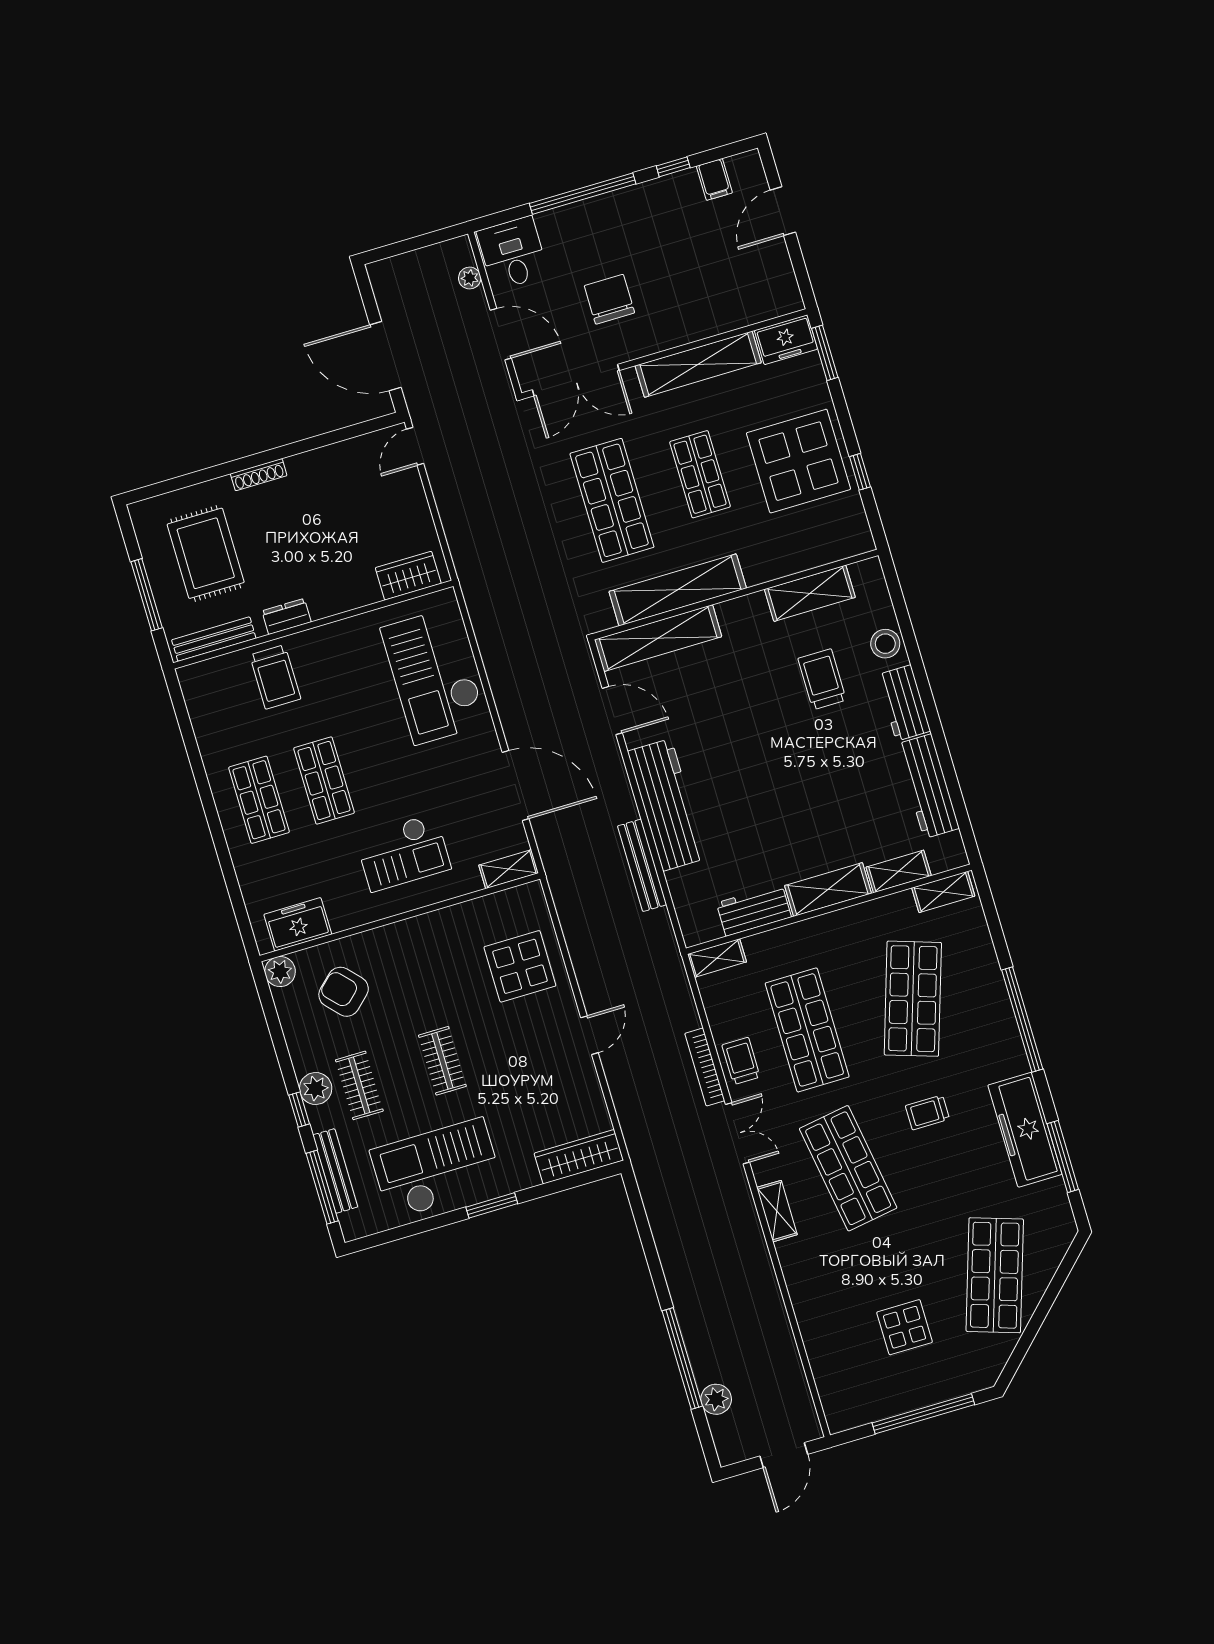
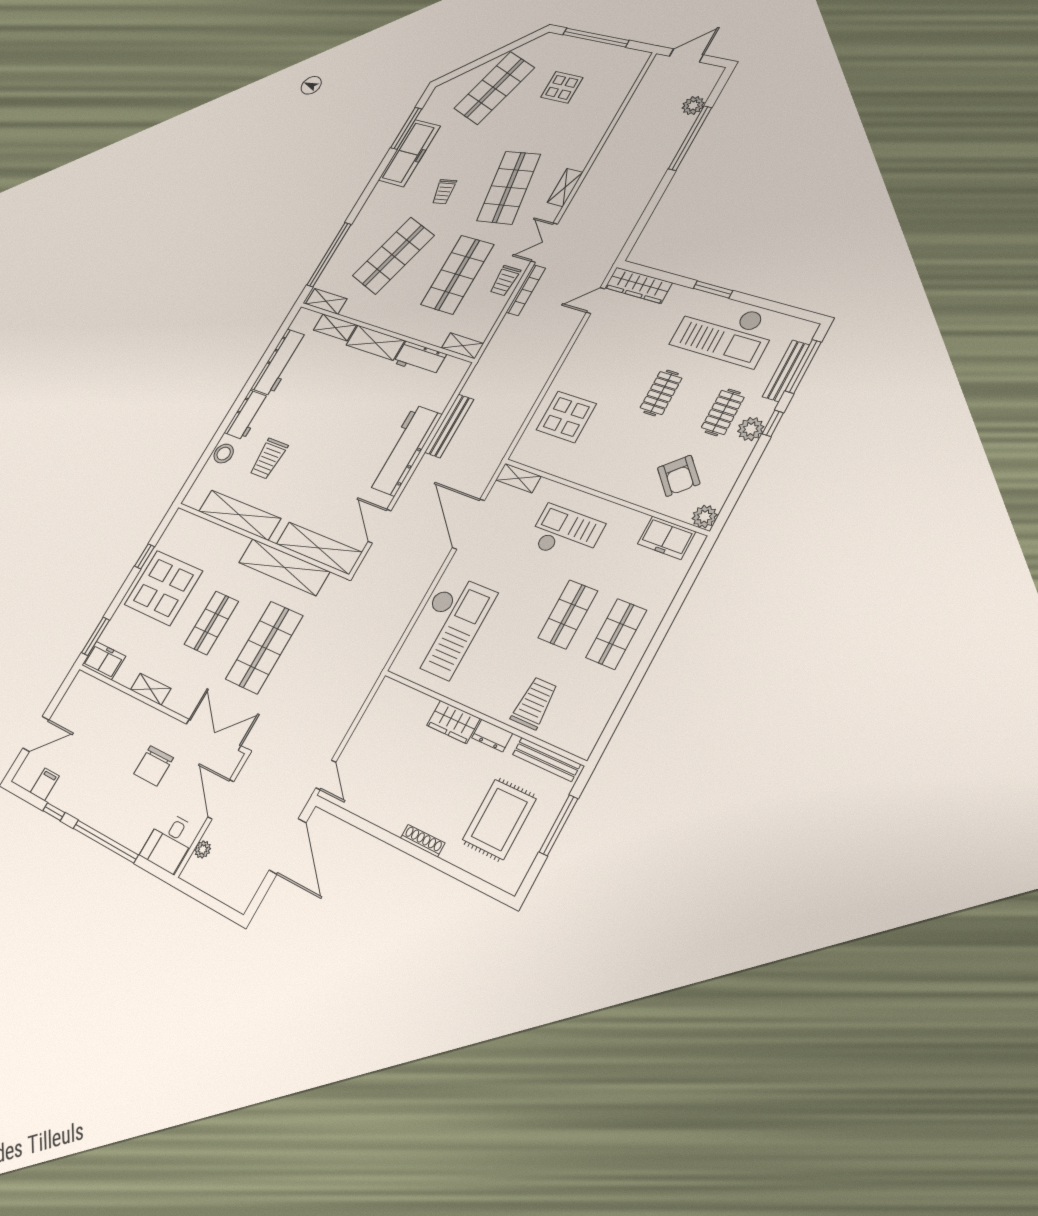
shelving: (698, 364) -> (151, 689), width x0.45, depth x0.75
door: (415, 446) -> (326, 775), hinge flipped
wardrobe: (408, 576) -> (453, 722), moved
shelving: (810, 593) -> (240, 515), width x1.47
window: (1022, 1019) -> (329, 255), moved
door: (589, 1035) -> (596, 301), moved
trolley: (927, 1112) -> (444, 192), turned 80

